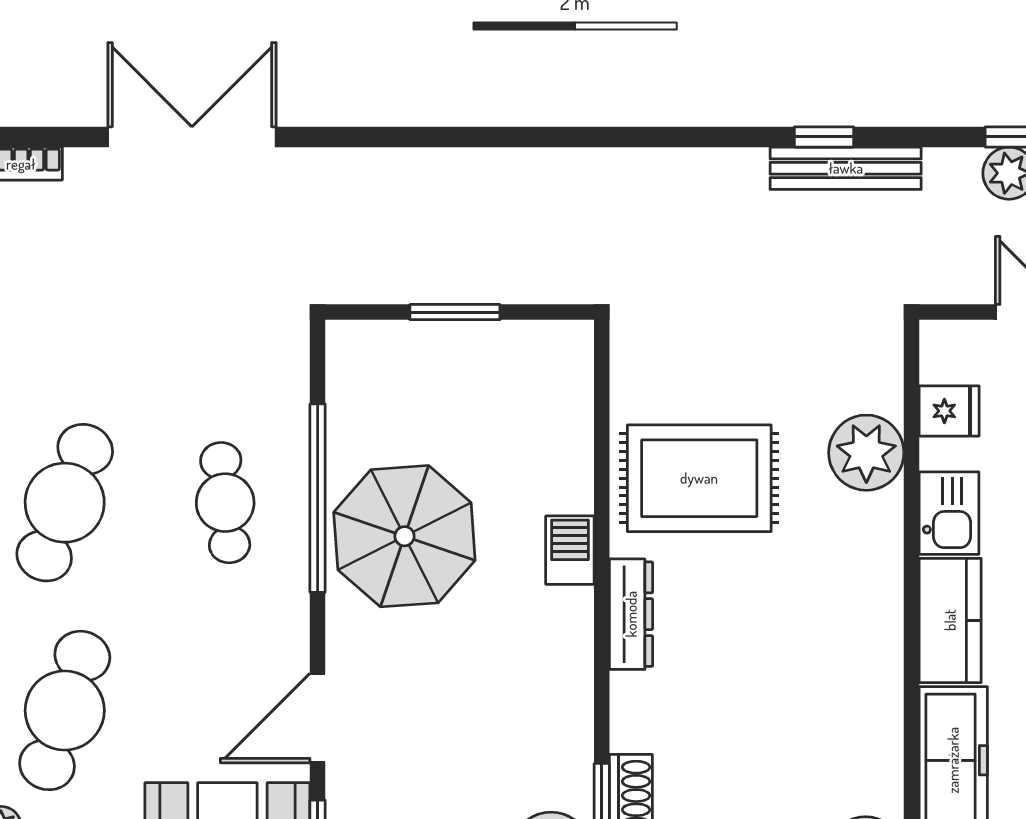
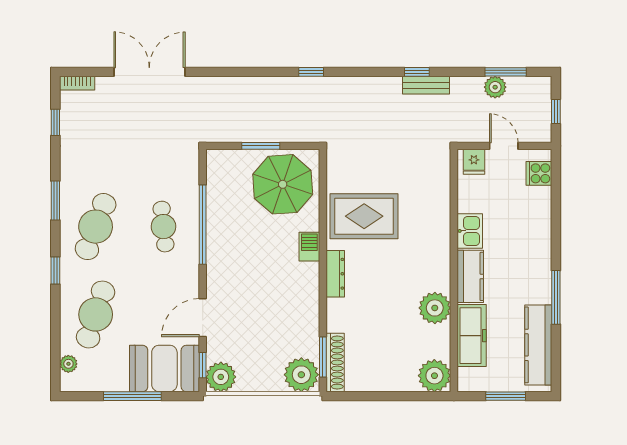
window: (574, 137) -> (311, 72), added
bench: (846, 168) -> (426, 85), width x0.73
fridge: (949, 411) -> (474, 162), moved, turned 90
plant: (866, 453) -> (435, 308), moved
parasol: (404, 536) -> (283, 184), moved

